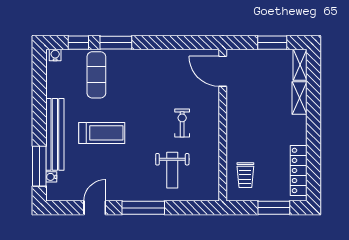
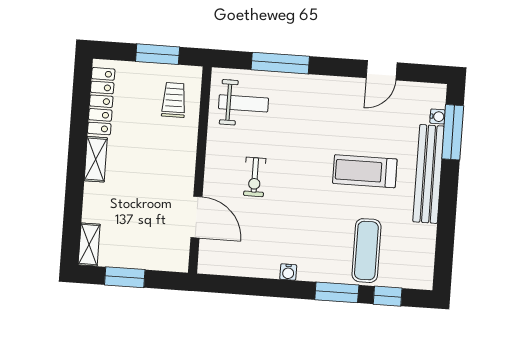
water cooler: (55, 55) -> (288, 272), moved
door: (223, 71) -> (196, 217), moved
shelving: (300, 98) -> (96, 159), moved
weight bench: (172, 170) -> (243, 103), moved, turned 90
window: (143, 208) -> (280, 63), moved
window: (274, 208) -> (158, 54), moved

